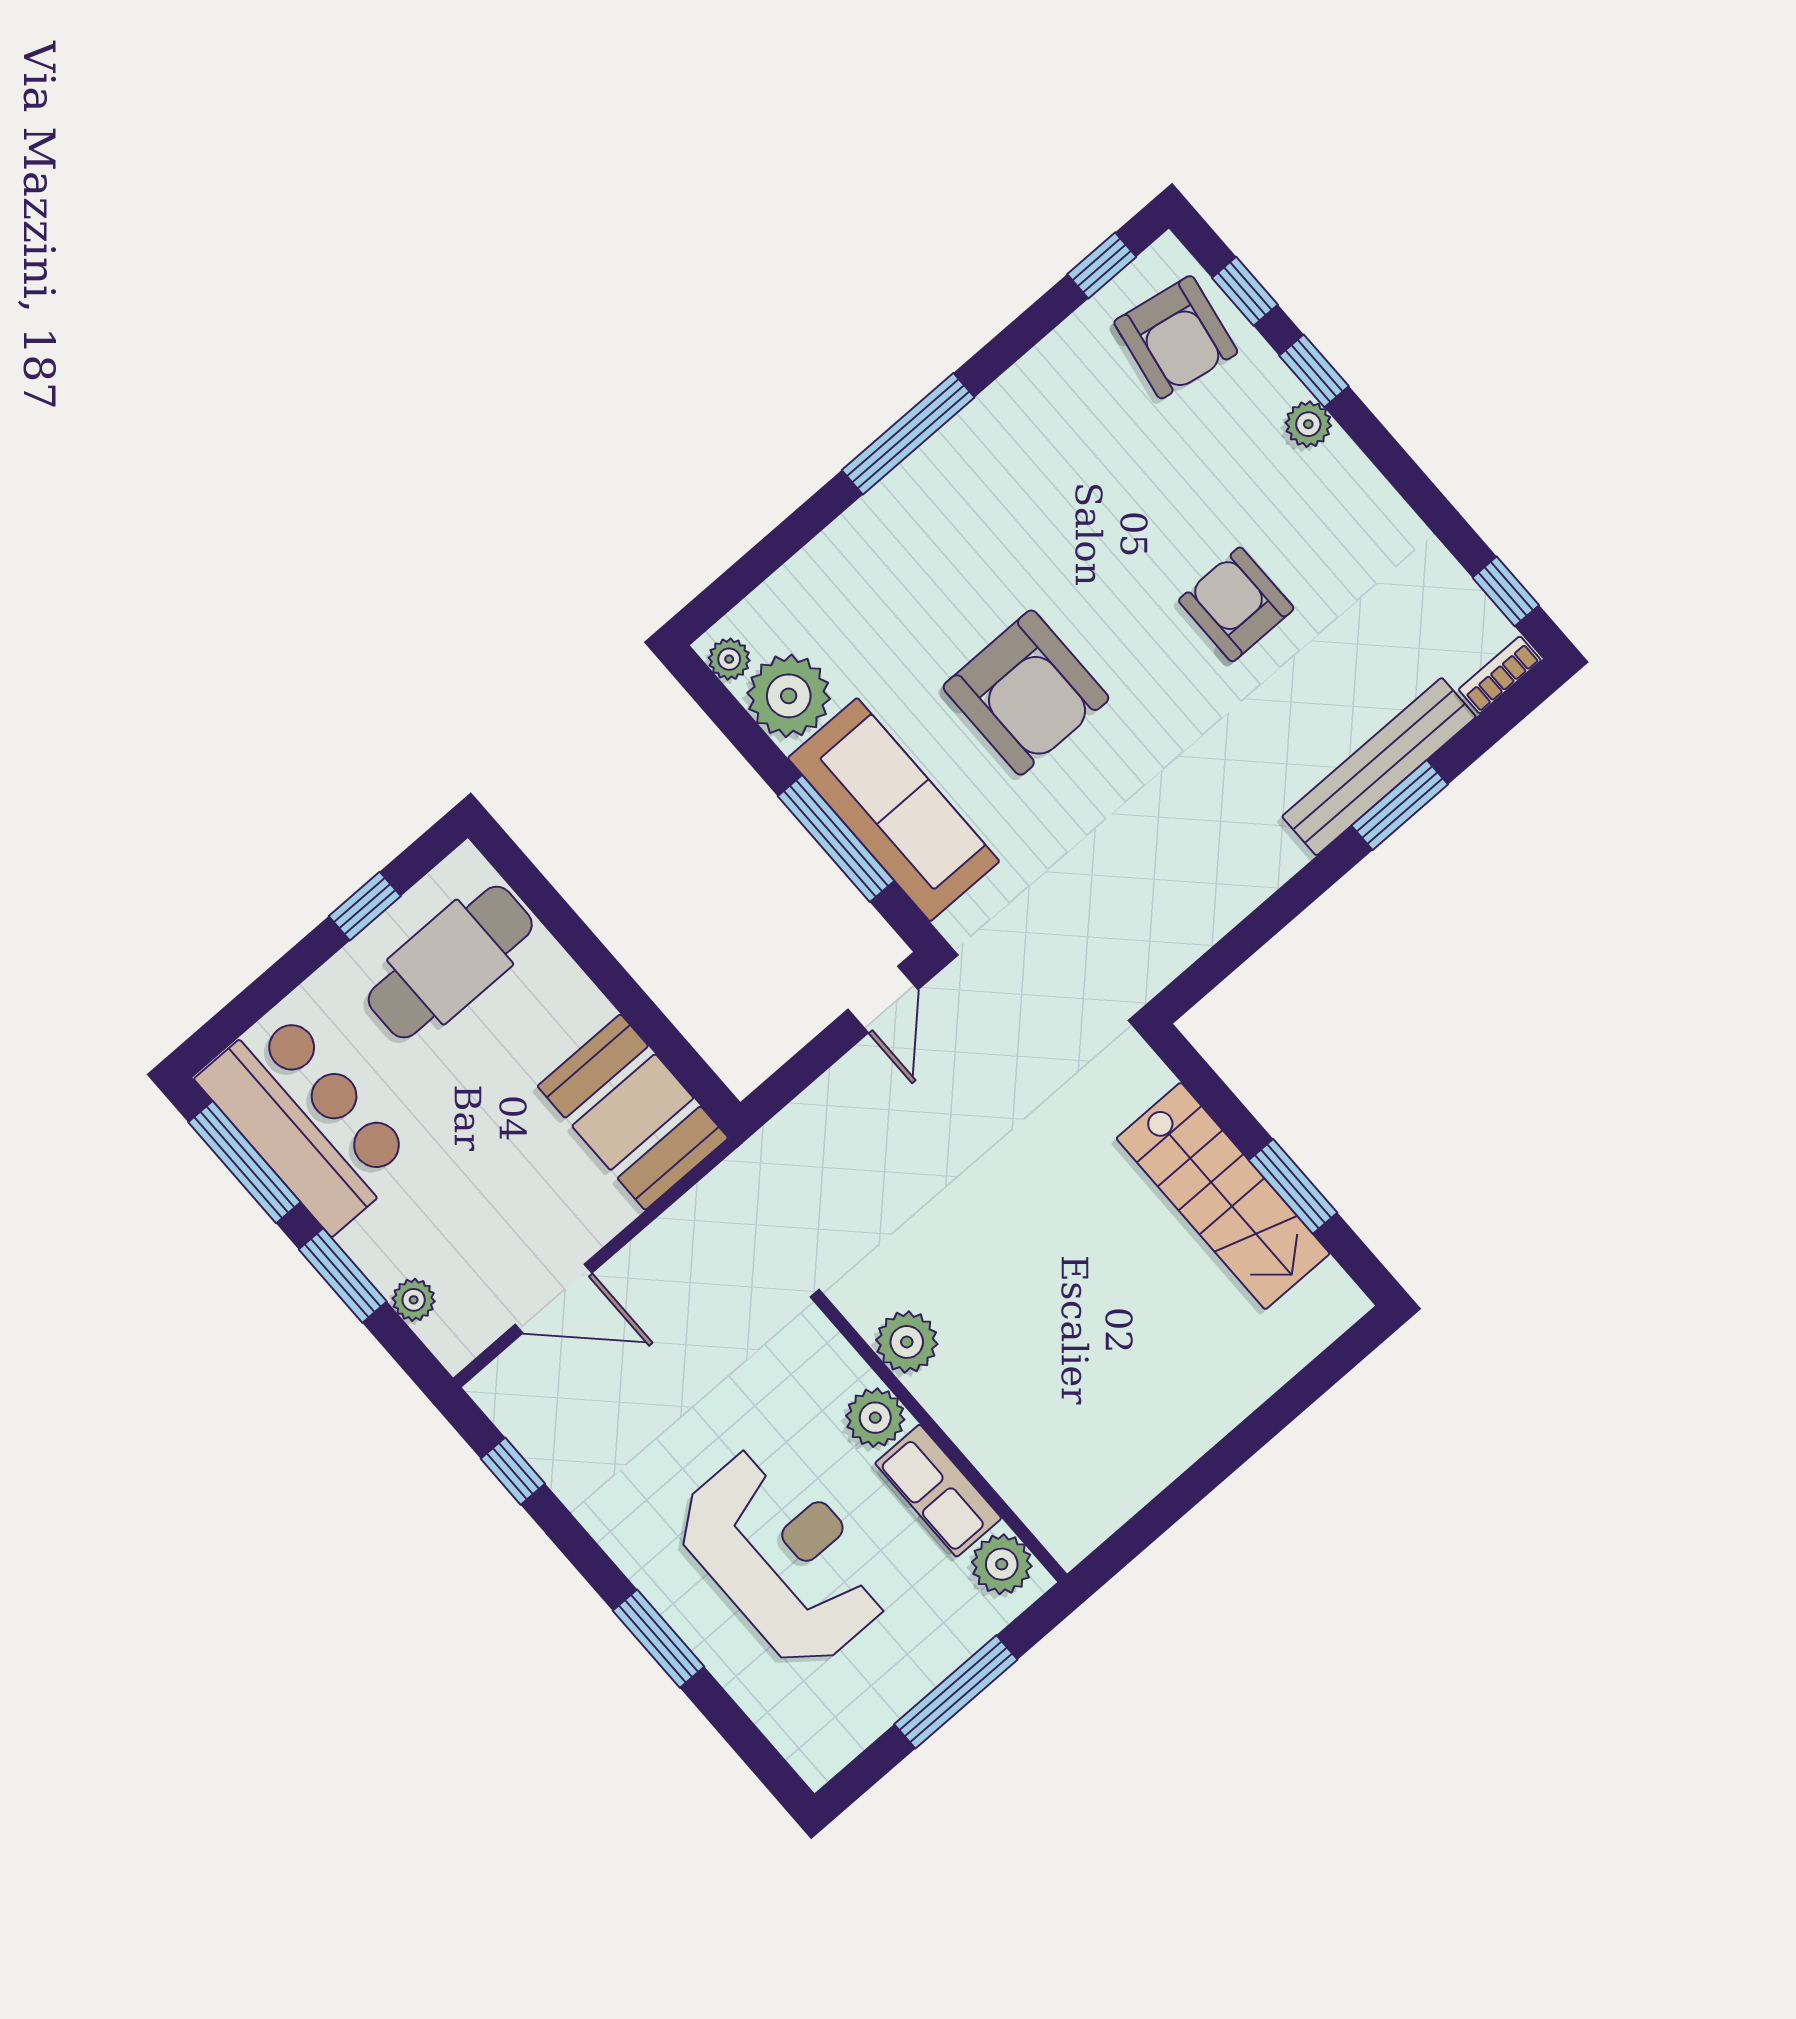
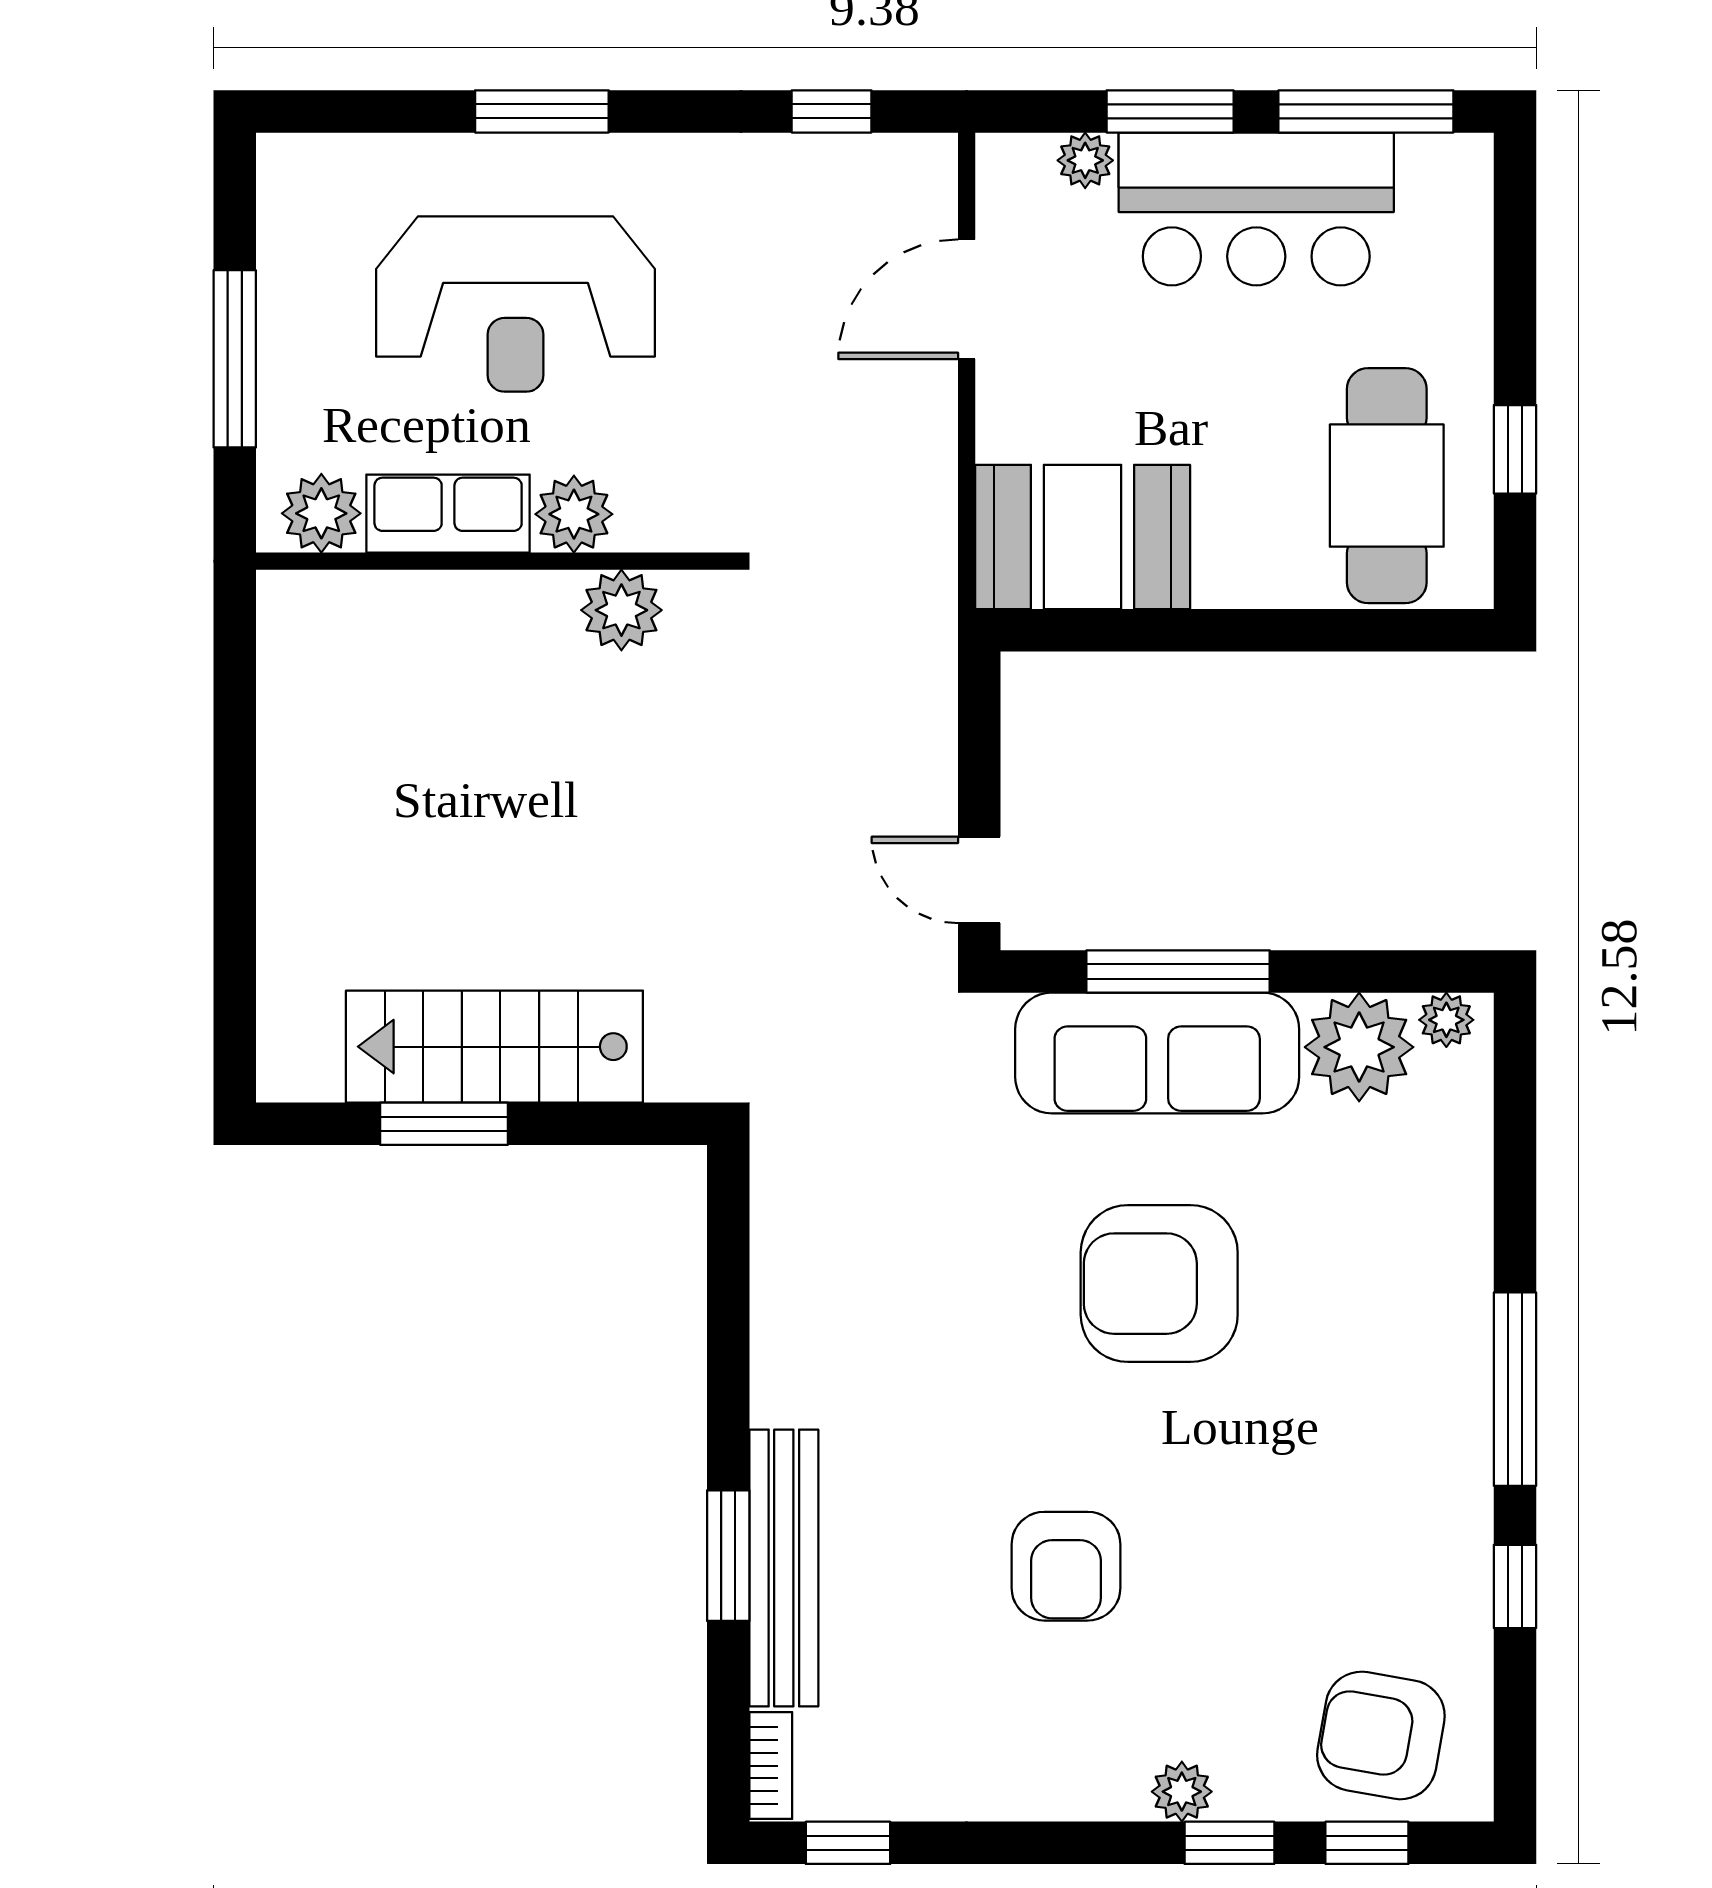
window: (1102, 266) -> (1515, 1586), moved
armchair: (1236, 604) -> (1066, 1566), turned 90
bar counter: (307, 1120) -> (1256, 209), moved

